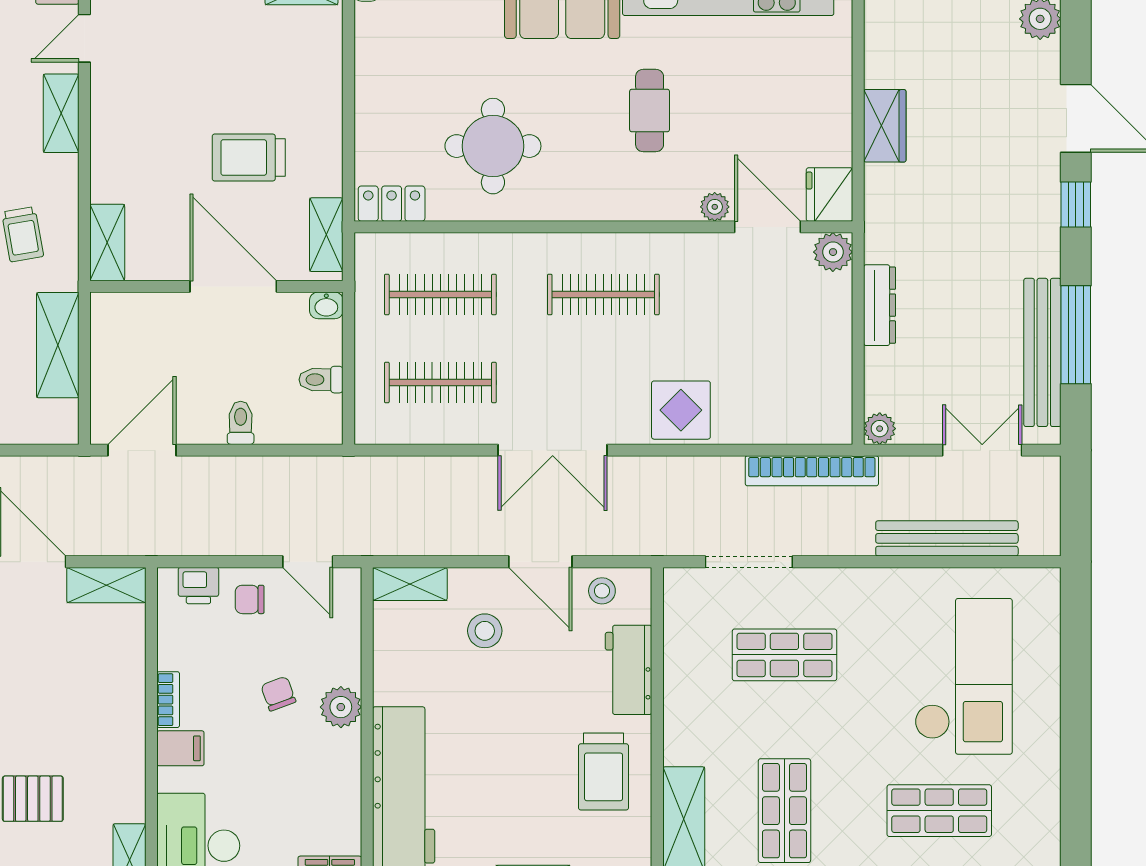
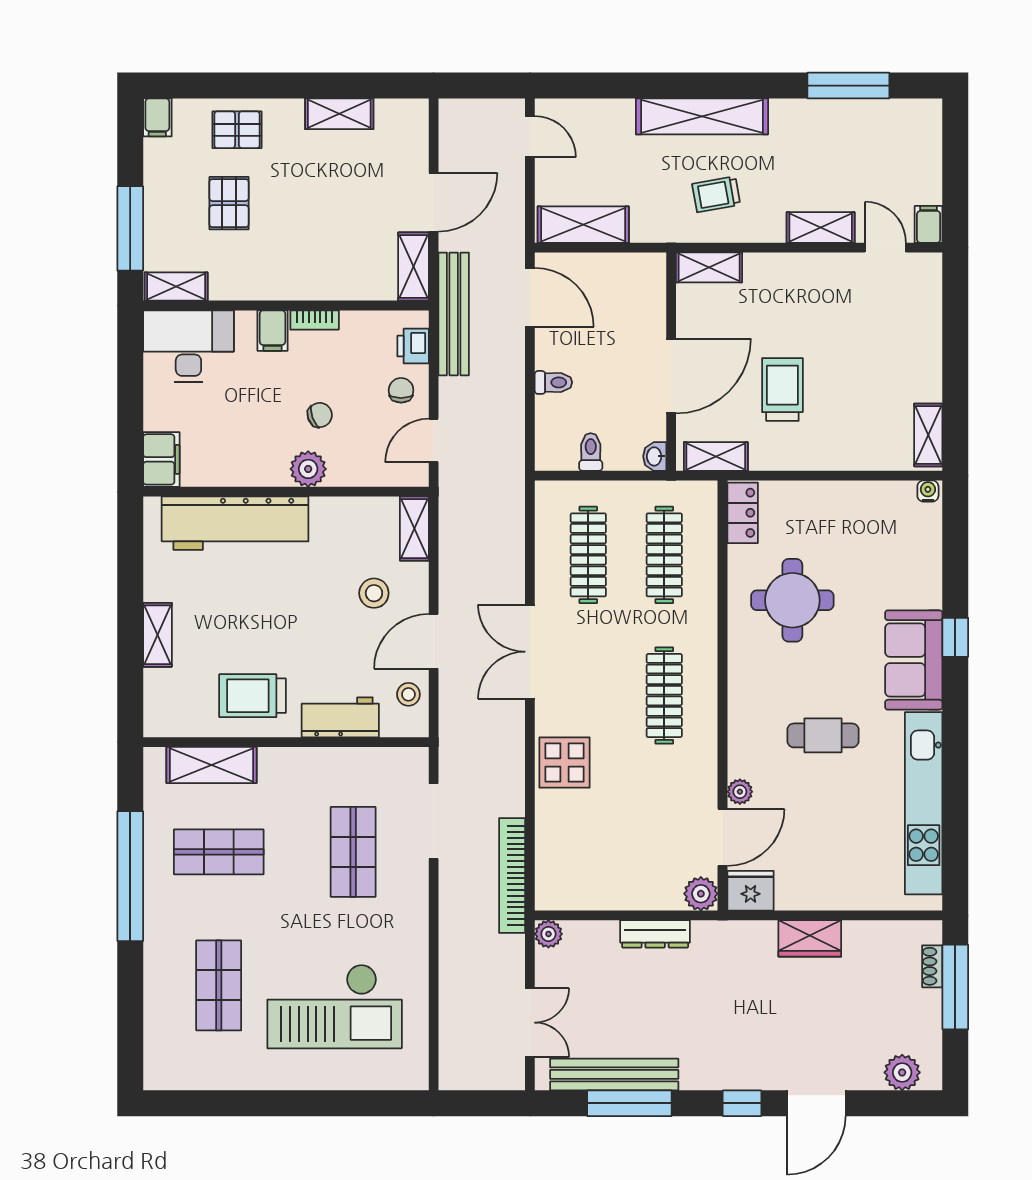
shelving: (58, 345) -> (583, 225), moved
bench: (947, 538) -> (454, 314), moved

